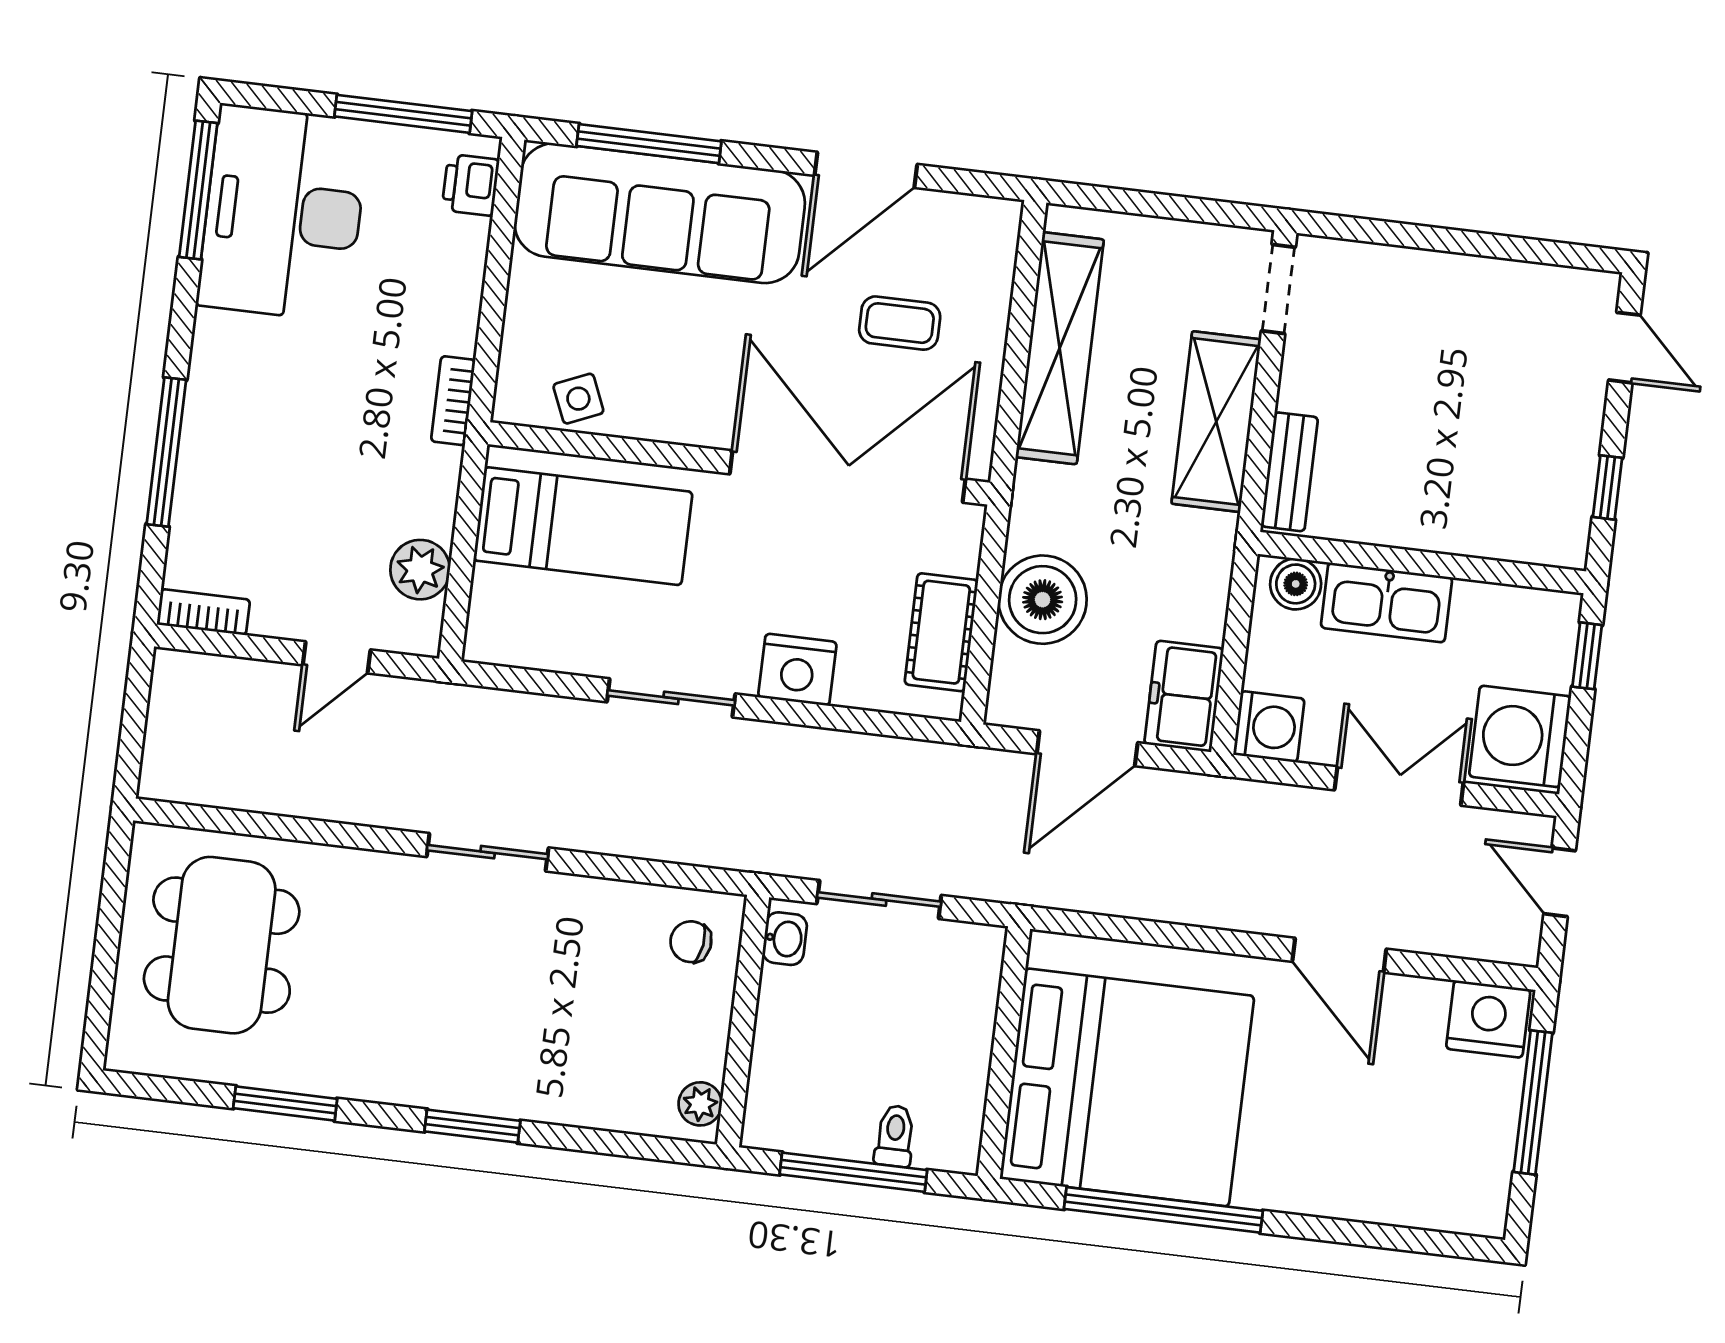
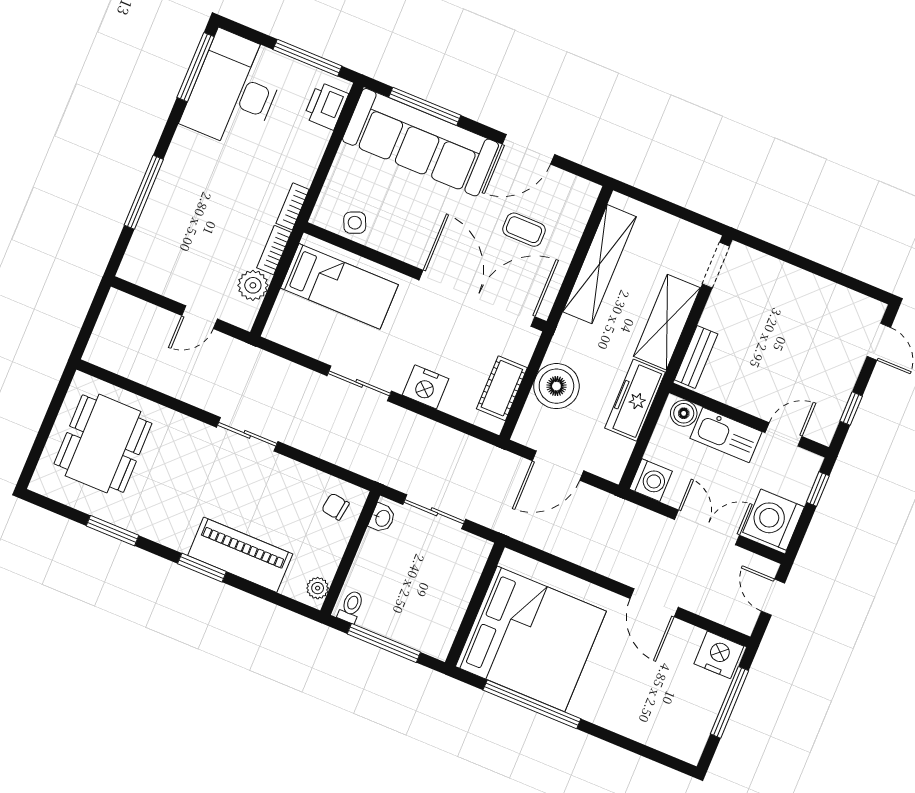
printer: (471, 185) -> (326, 106), width x1.36, depth x1.24
door: (1494, 571) -> (784, 434), added
bookcase: (203, 612) -> (274, 250), moved, turned -90
freezer: (1184, 696) -> (635, 400), moved, width x1.40
piano: (537, 1082) -> (240, 555), added
toilet: (895, 1136) -> (351, 607), moved

